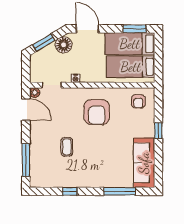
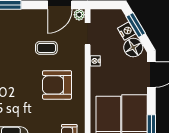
nightstand: (49, 51) -> (127, 31), added
coffee table: (67, 147) -> (46, 48), moved

